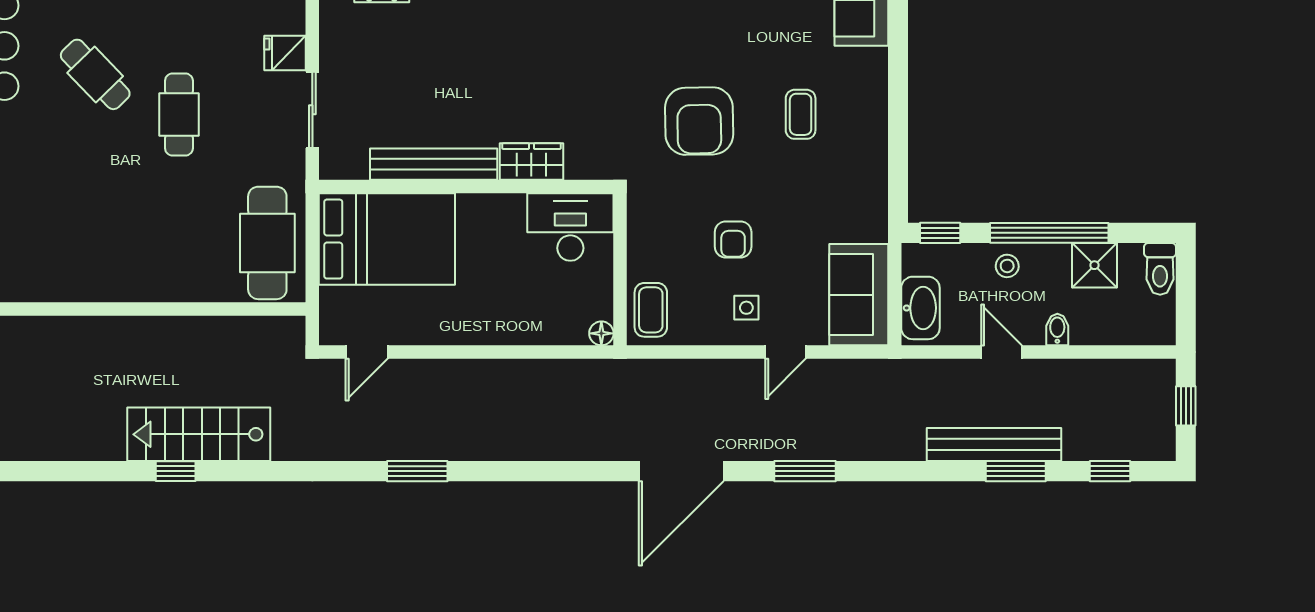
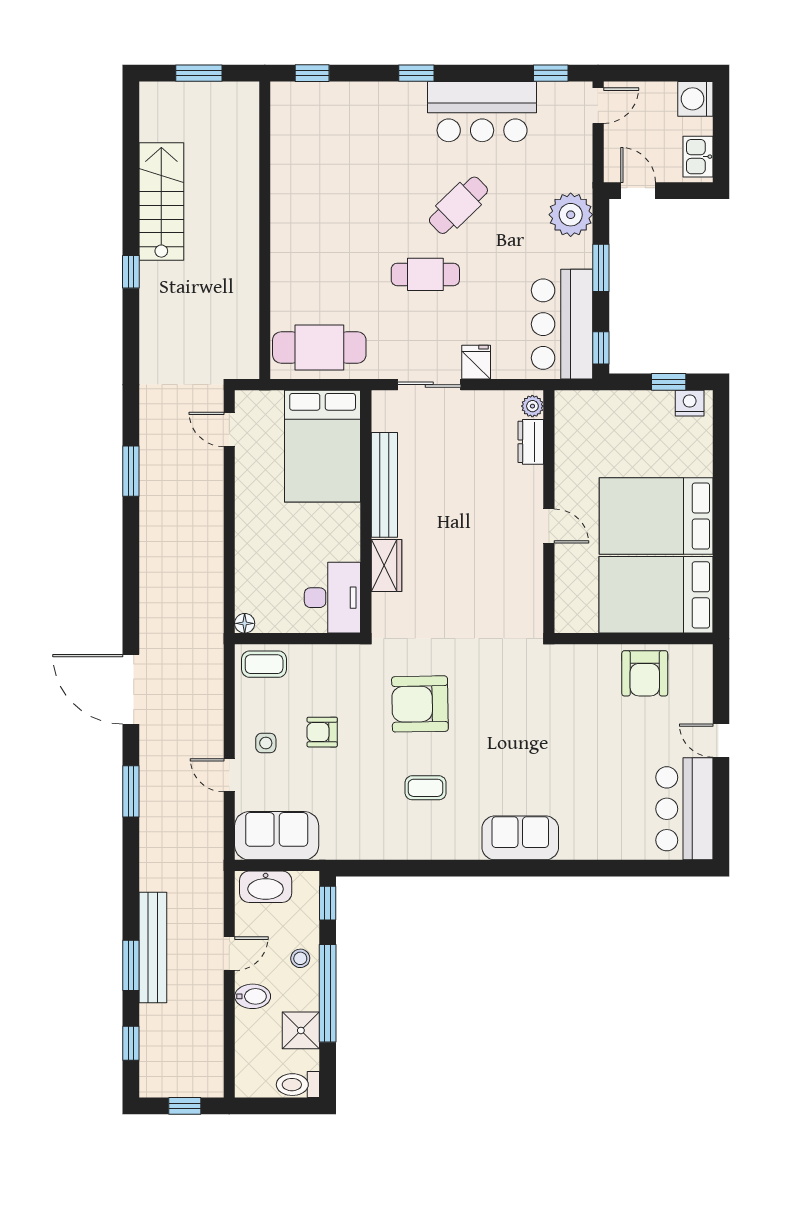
bidet: (1057, 329) -> (253, 996), width x1.38, depth x1.36
stairs: (199, 434) -> (161, 202), moved

